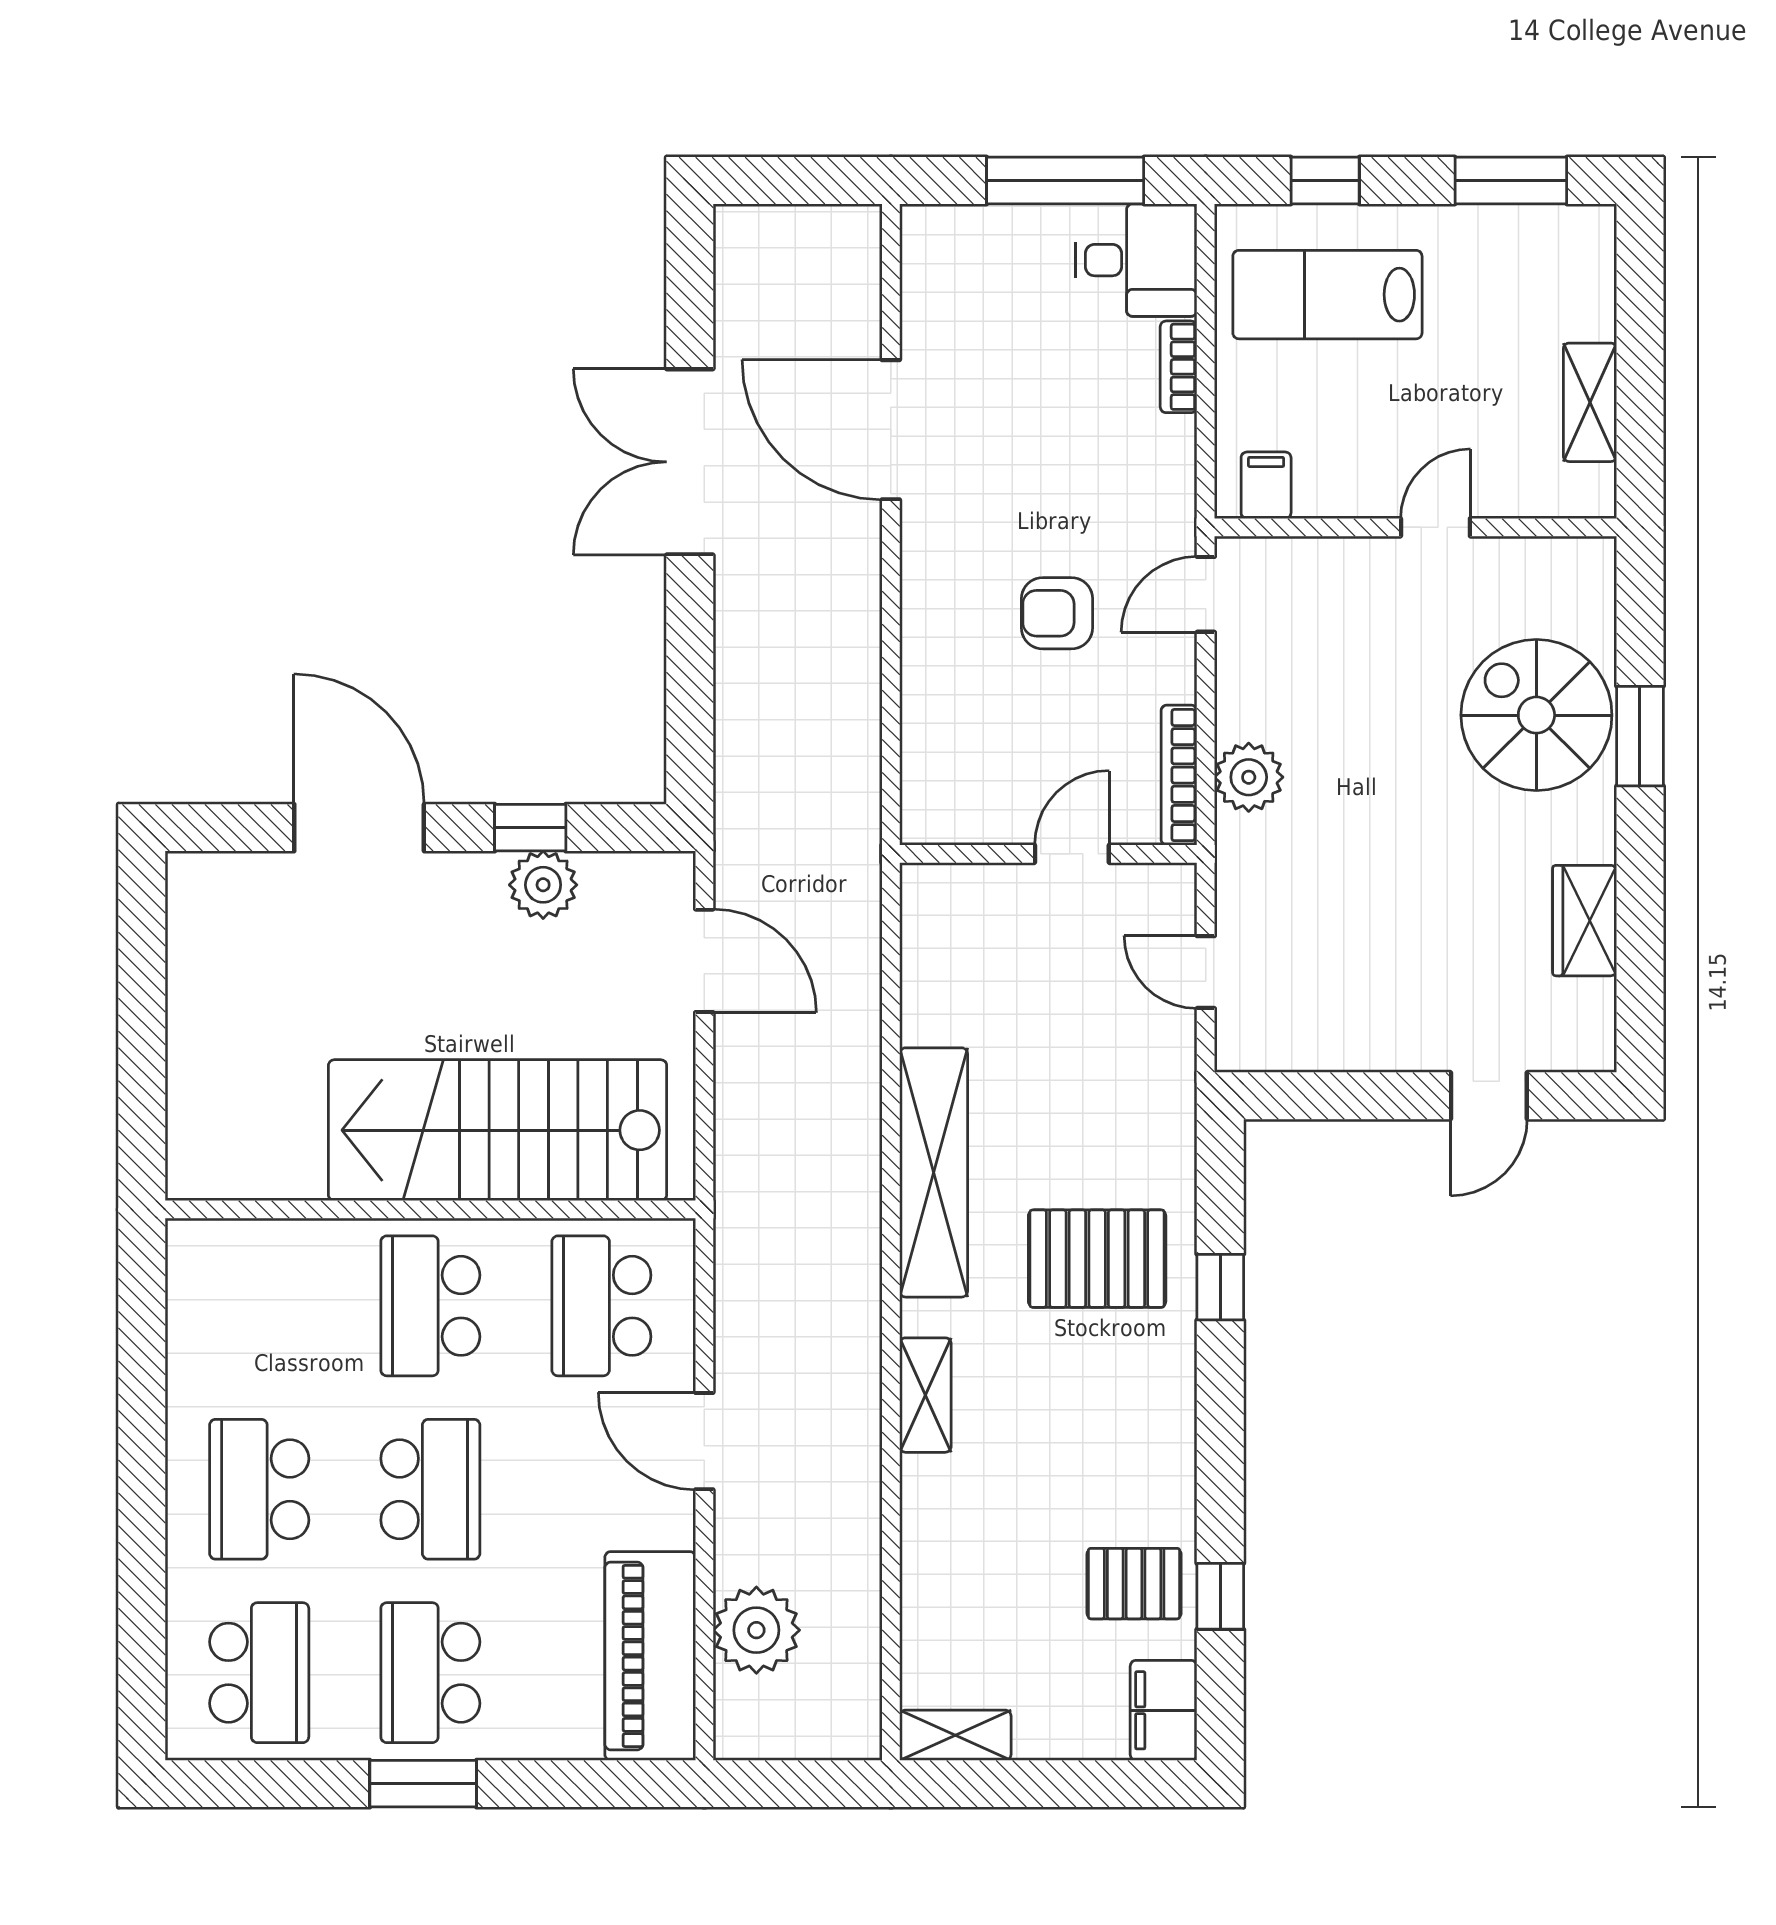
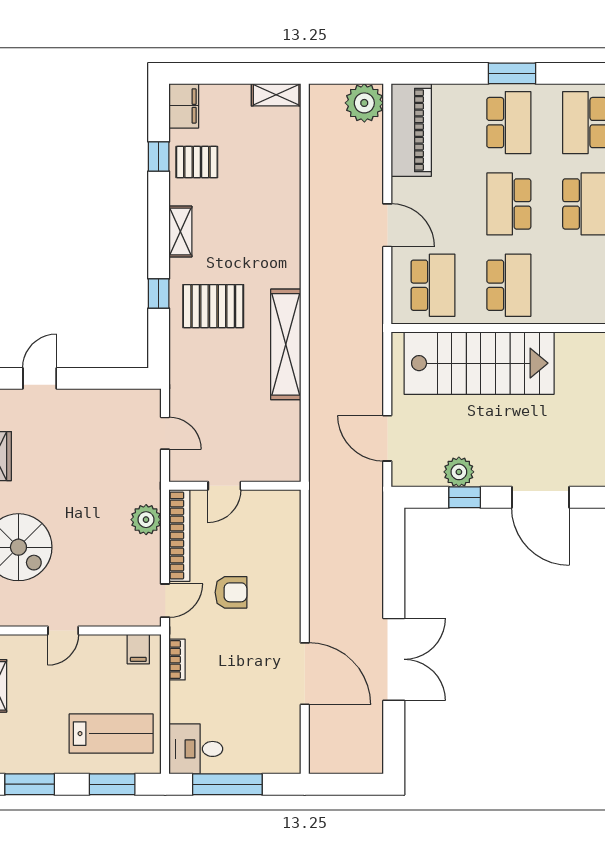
window: (1325, 181) -> (112, 784), width x1.50
bookcase: (1179, 367) -> (177, 660), moved
bookcase: (1179, 775) -> (179, 535), width x1.48, depth x1.31
shelving: (925, 1395) -> (180, 232), moved
plant: (756, 1630) -> (364, 103), moved

